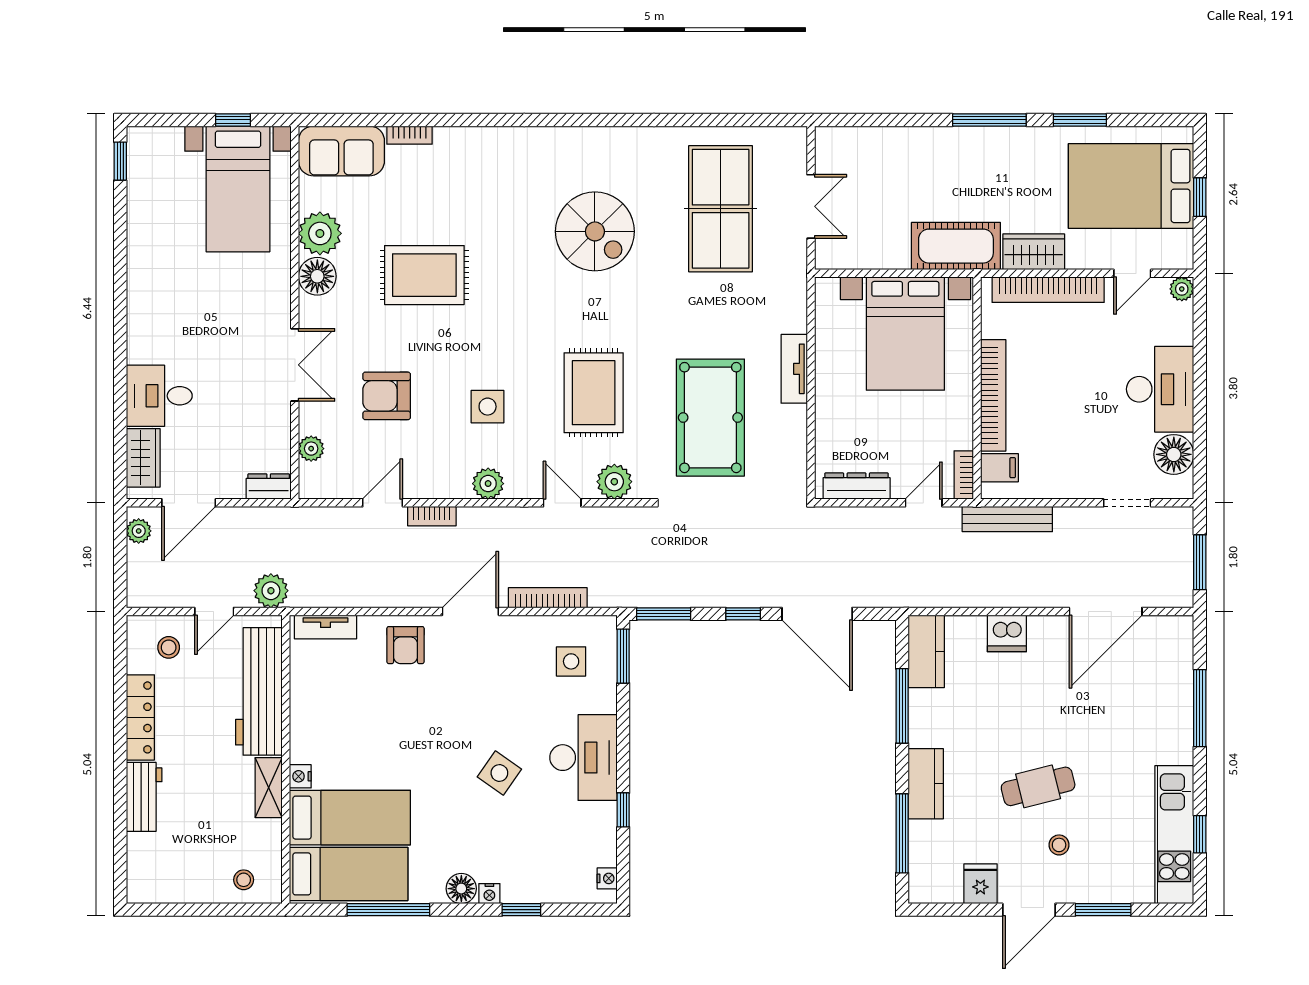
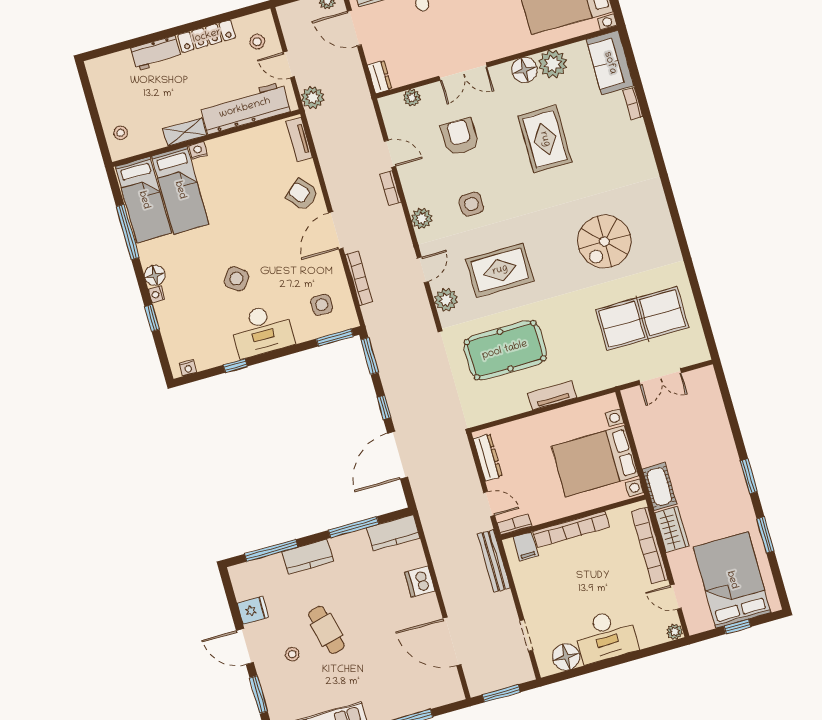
window: (989, 120) -> (749, 476), width x0.69
cot: (956, 246) -> (659, 487), width x0.73, depth x0.75
door: (470, 611) -> (336, 230), swing flipped
armchair: (406, 645) -> (302, 195), turned 50

